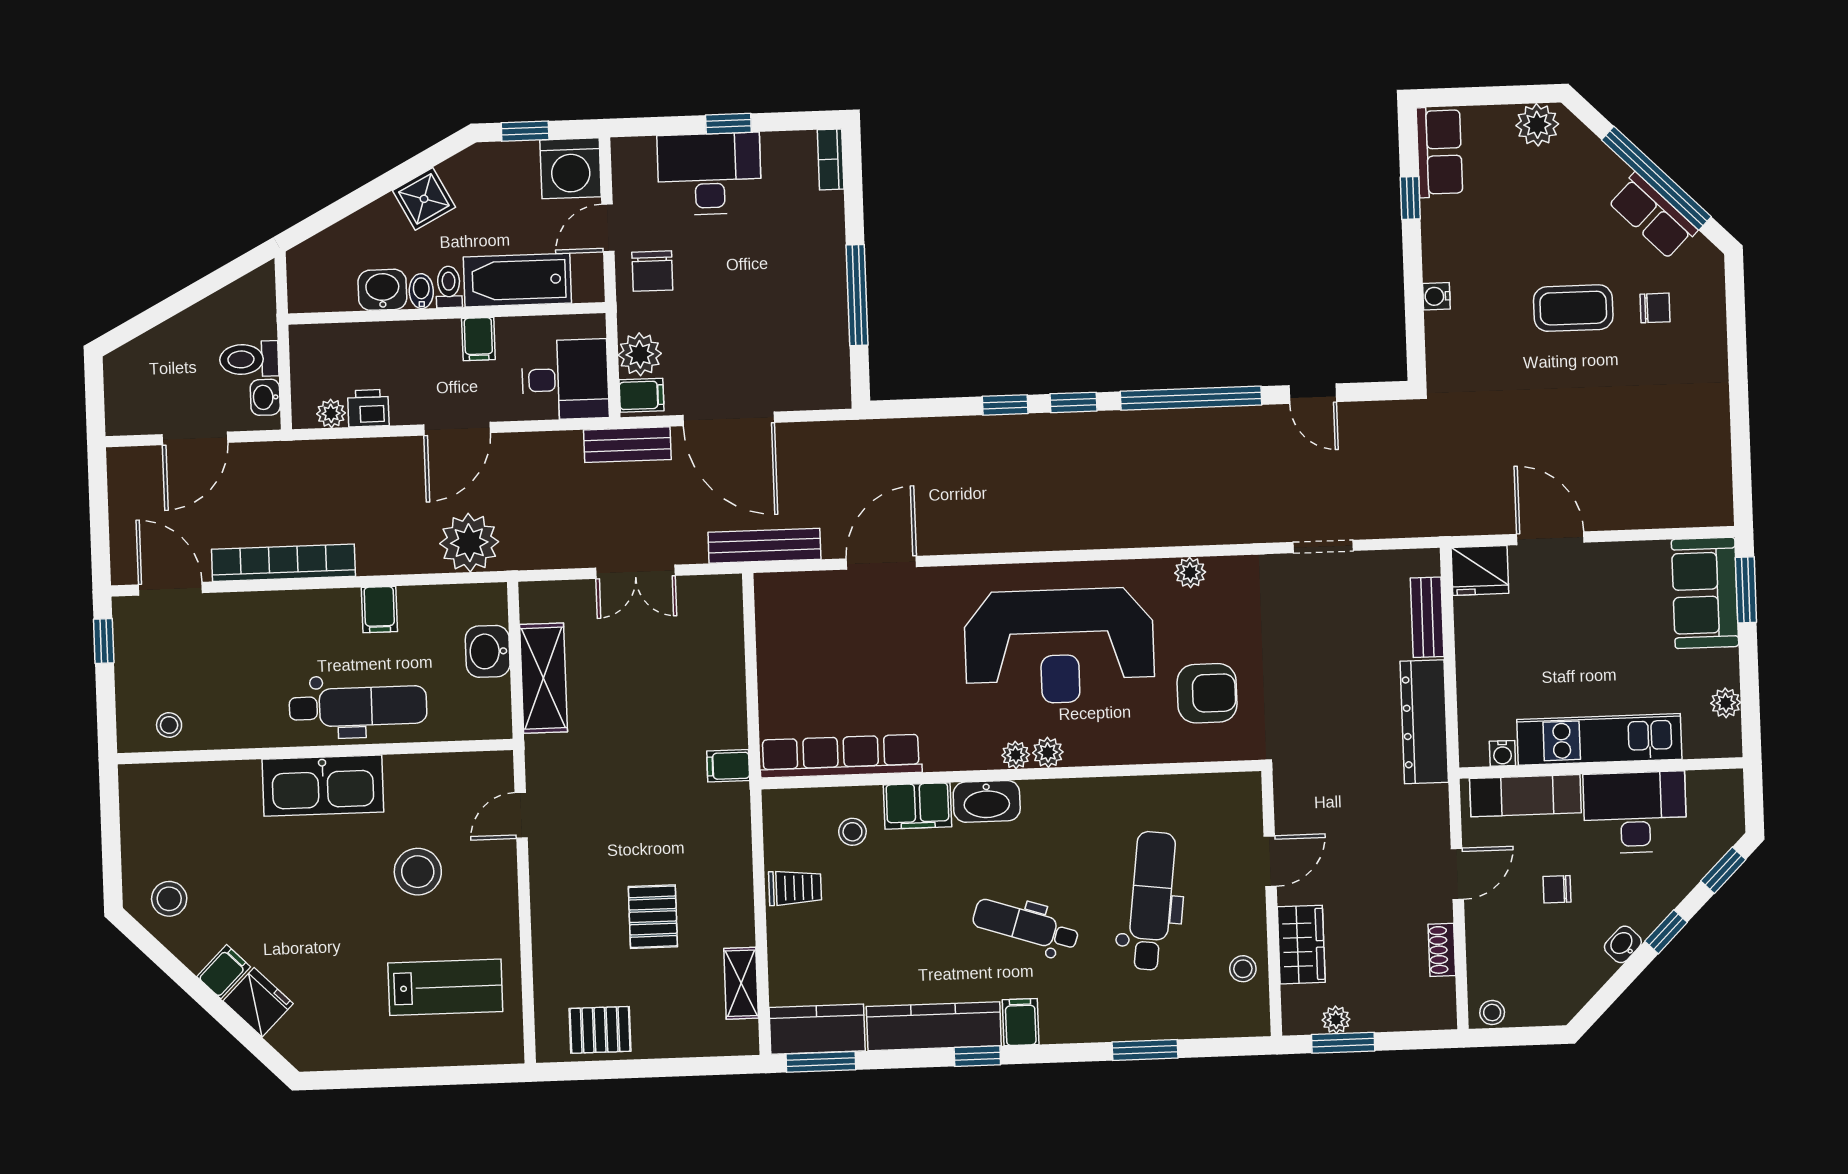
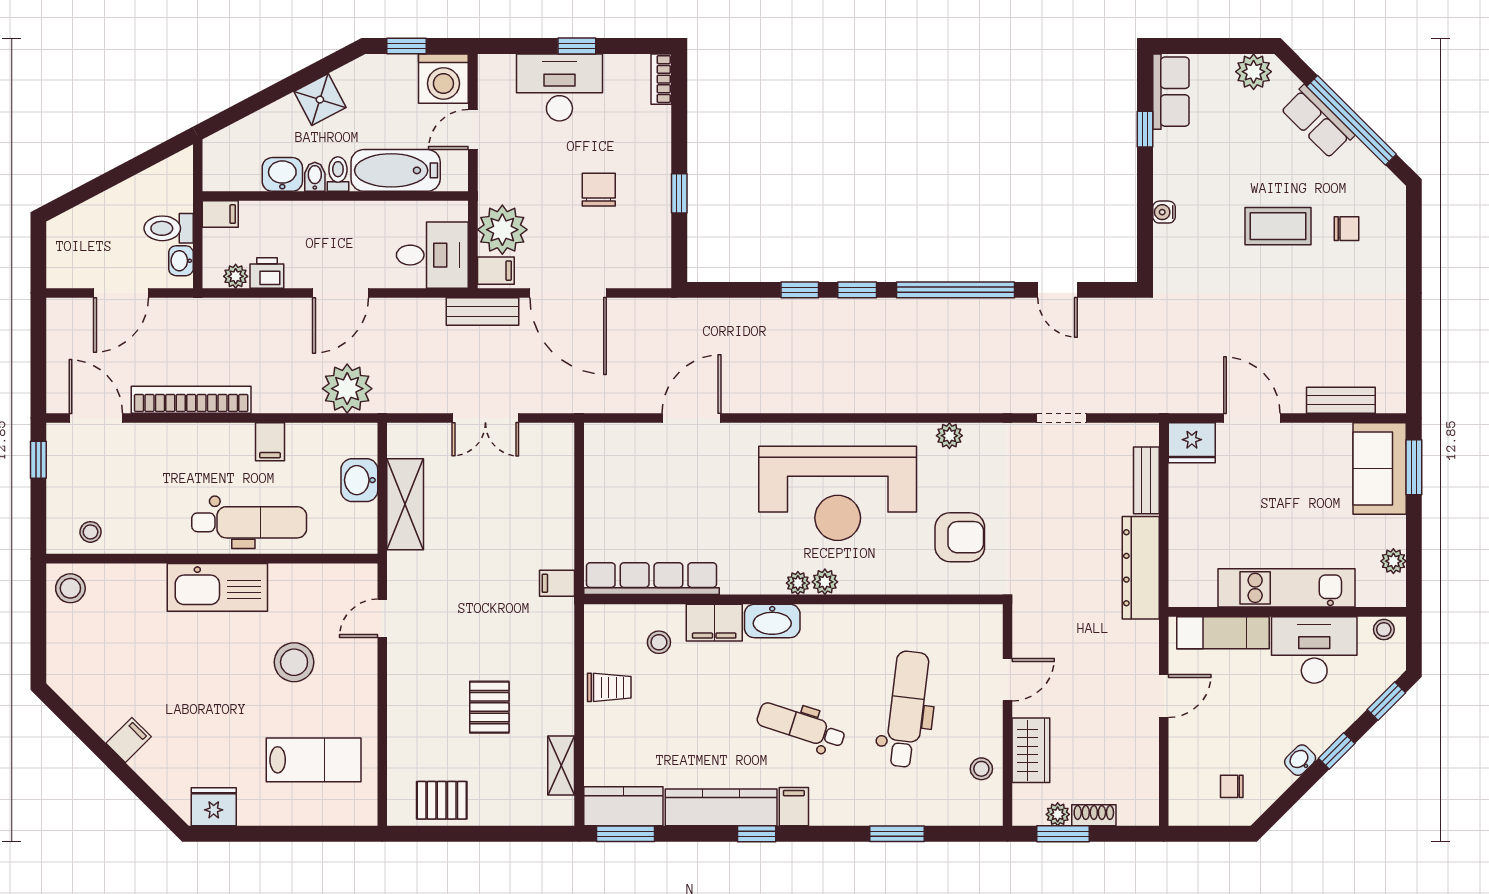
row of seats: (1653, 216) -> (1318, 122), moved
chair: (652, 271) -> (599, 190), moved, turned 180
window: (857, 295) -> (679, 193), width x0.46
filing cabinet: (478, 339) -> (220, 214), moved, turned -90
plant: (640, 354) -> (502, 230), width x1.36, depth x1.36
bench: (764, 546) -> (1341, 400), moved, width x0.73
water cooler: (1502, 753) -> (1205, 597), removed
chair: (1557, 889) -> (1232, 786), moved
stool: (169, 899) -> (70, 588), moved
shoe rack: (1442, 950) -> (1094, 815), moved, turned 90
fridge: (258, 1002) -> (214, 807), moved, turned -45
stool: (1492, 1013) -> (1384, 630), moved

